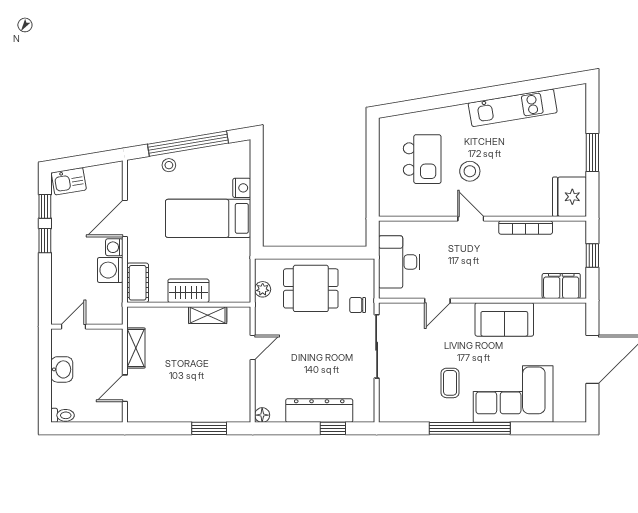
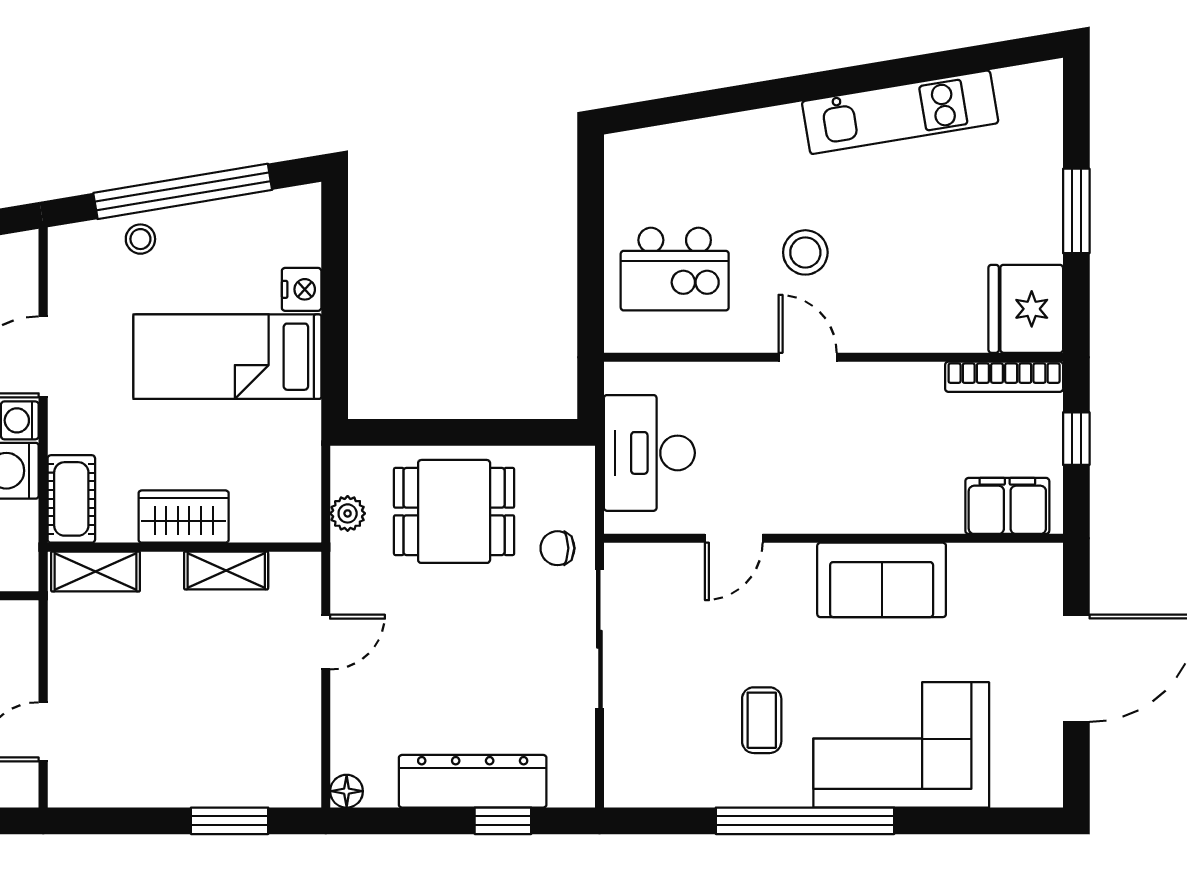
kitchen island: (422, 159) -> (675, 269), moved, turned 90
bookcase: (526, 227) -> (1004, 377), moved
shelving: (136, 348) -> (96, 571), moved, turned 90

